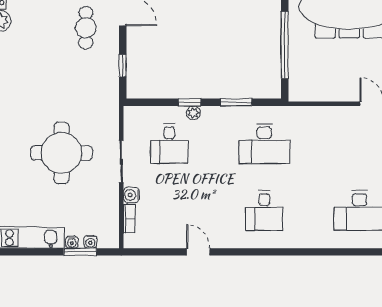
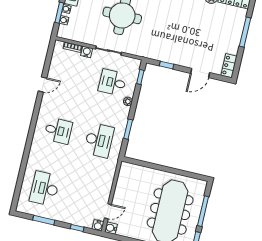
cafe table: (86, 28) -> (195, 48), removed
window: (285, 45) -> (156, 167), removed
window: (190, 102) -> (140, 77), moved
desk: (264, 144) -> (99, 140), turned 180
desk: (264, 211) -> (58, 131), turned 180

